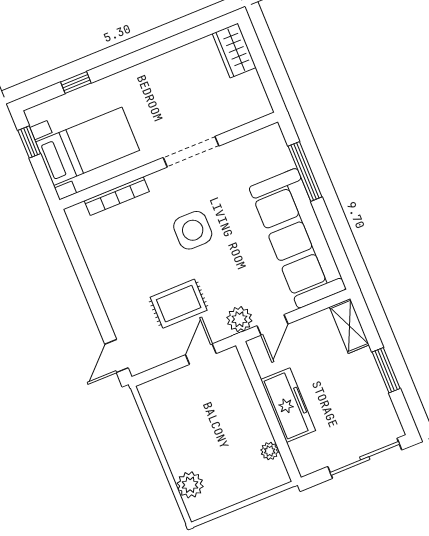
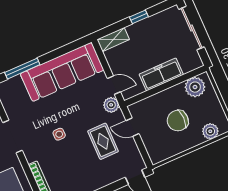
side table: (193, 230) -> (59, 134), width x0.54, depth x0.54
window: (386, 370) -> (139, 17), width x0.67
chair: (210, 431) -> (178, 121), added
plant: (270, 451) -> (195, 87), width x1.87, depth x1.87

